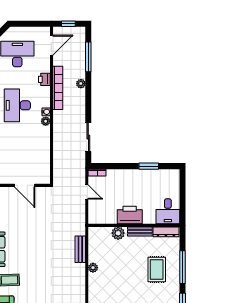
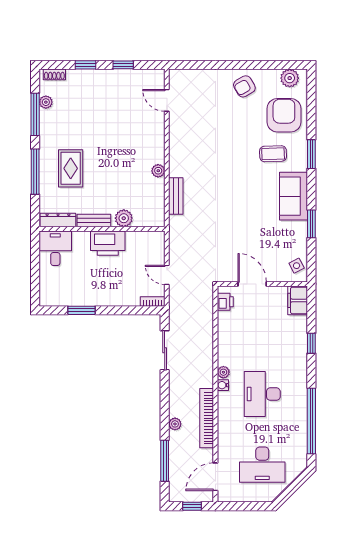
printer: (44, 79) -> (225, 302), moved
desk: (17, 105) -> (262, 394), turned 180

